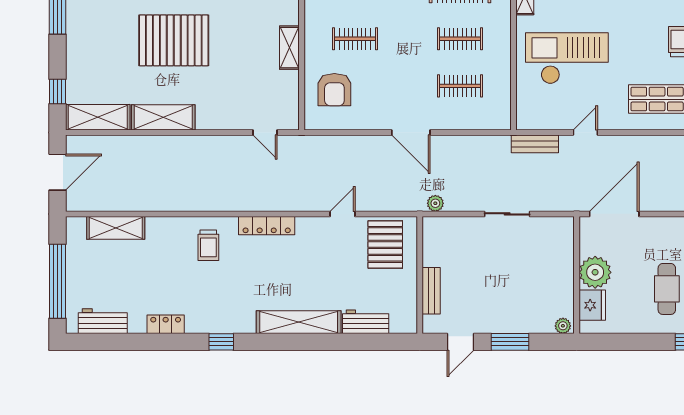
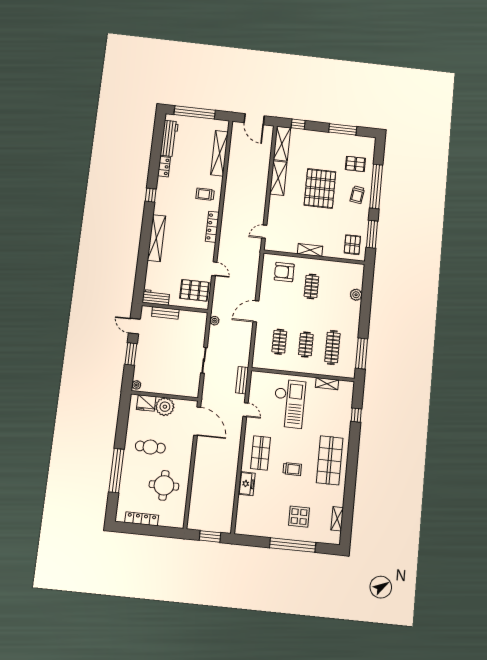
shelving: (116, 228) -> (219, 153), width x1.47
workbench: (103, 321) -> (169, 138), width x1.38
workbench: (366, 322) -> (156, 297), moved, turned -90

